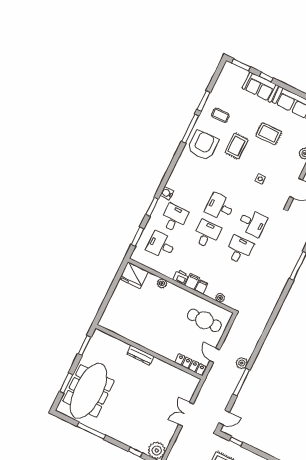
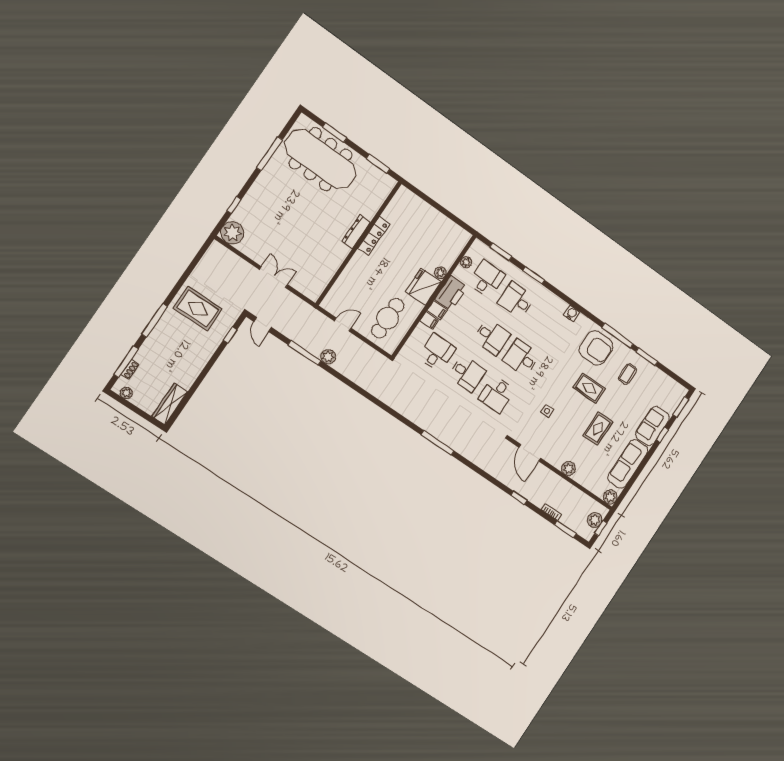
water cooler: (167, 193) -> (572, 313), moved
desk: (220, 207) -> (521, 358), turned -90
desk: (174, 218) -> (516, 300), turned 180
fridge: (134, 275) -> (423, 287), moved
printer: (181, 277) -> (451, 293), width x1.87, depth x1.48
desk: (226, 277) -> (437, 353), added
plant: (220, 298) -> (466, 262), moved
locker: (190, 365) -> (374, 236), moved

